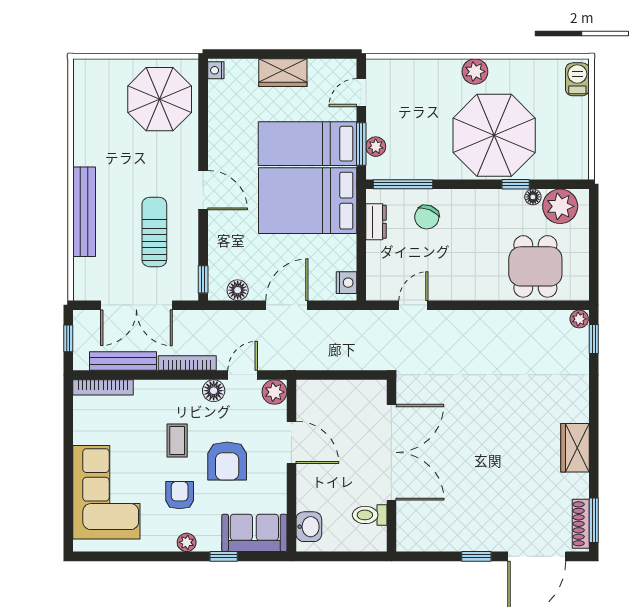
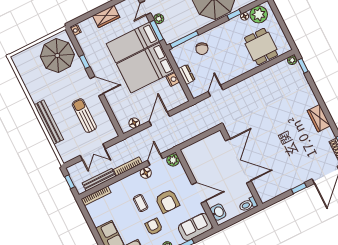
plant: (376, 147) -> (159, 19), moved
dresser: (376, 222) -> (187, 74), moved
window: (203, 279) -> (85, 62), moved
nightstand: (347, 283) -> (173, 79), moved
double door: (136, 305) -> (93, 152), width x0.73
door: (291, 442) -> (199, 193), moved
toilet: (370, 515) -> (248, 204), moved

